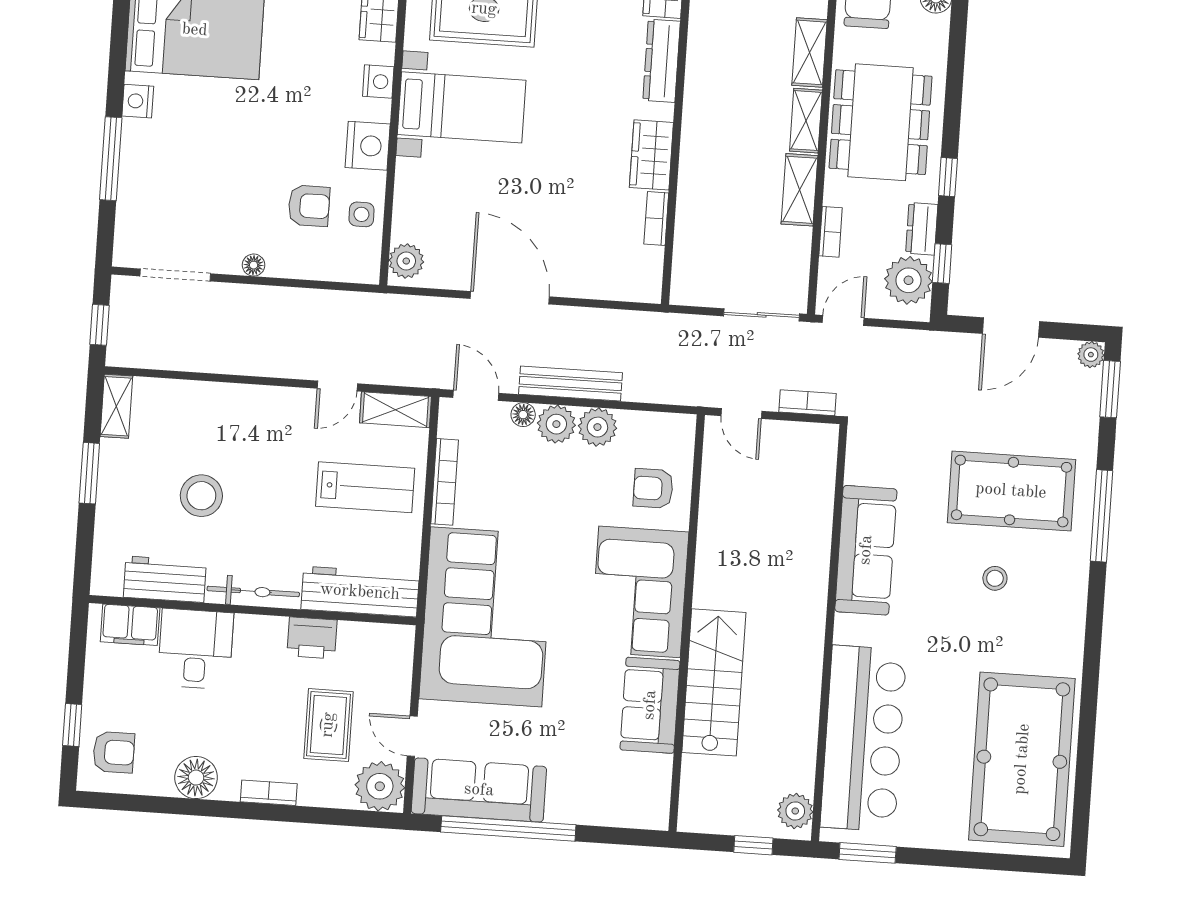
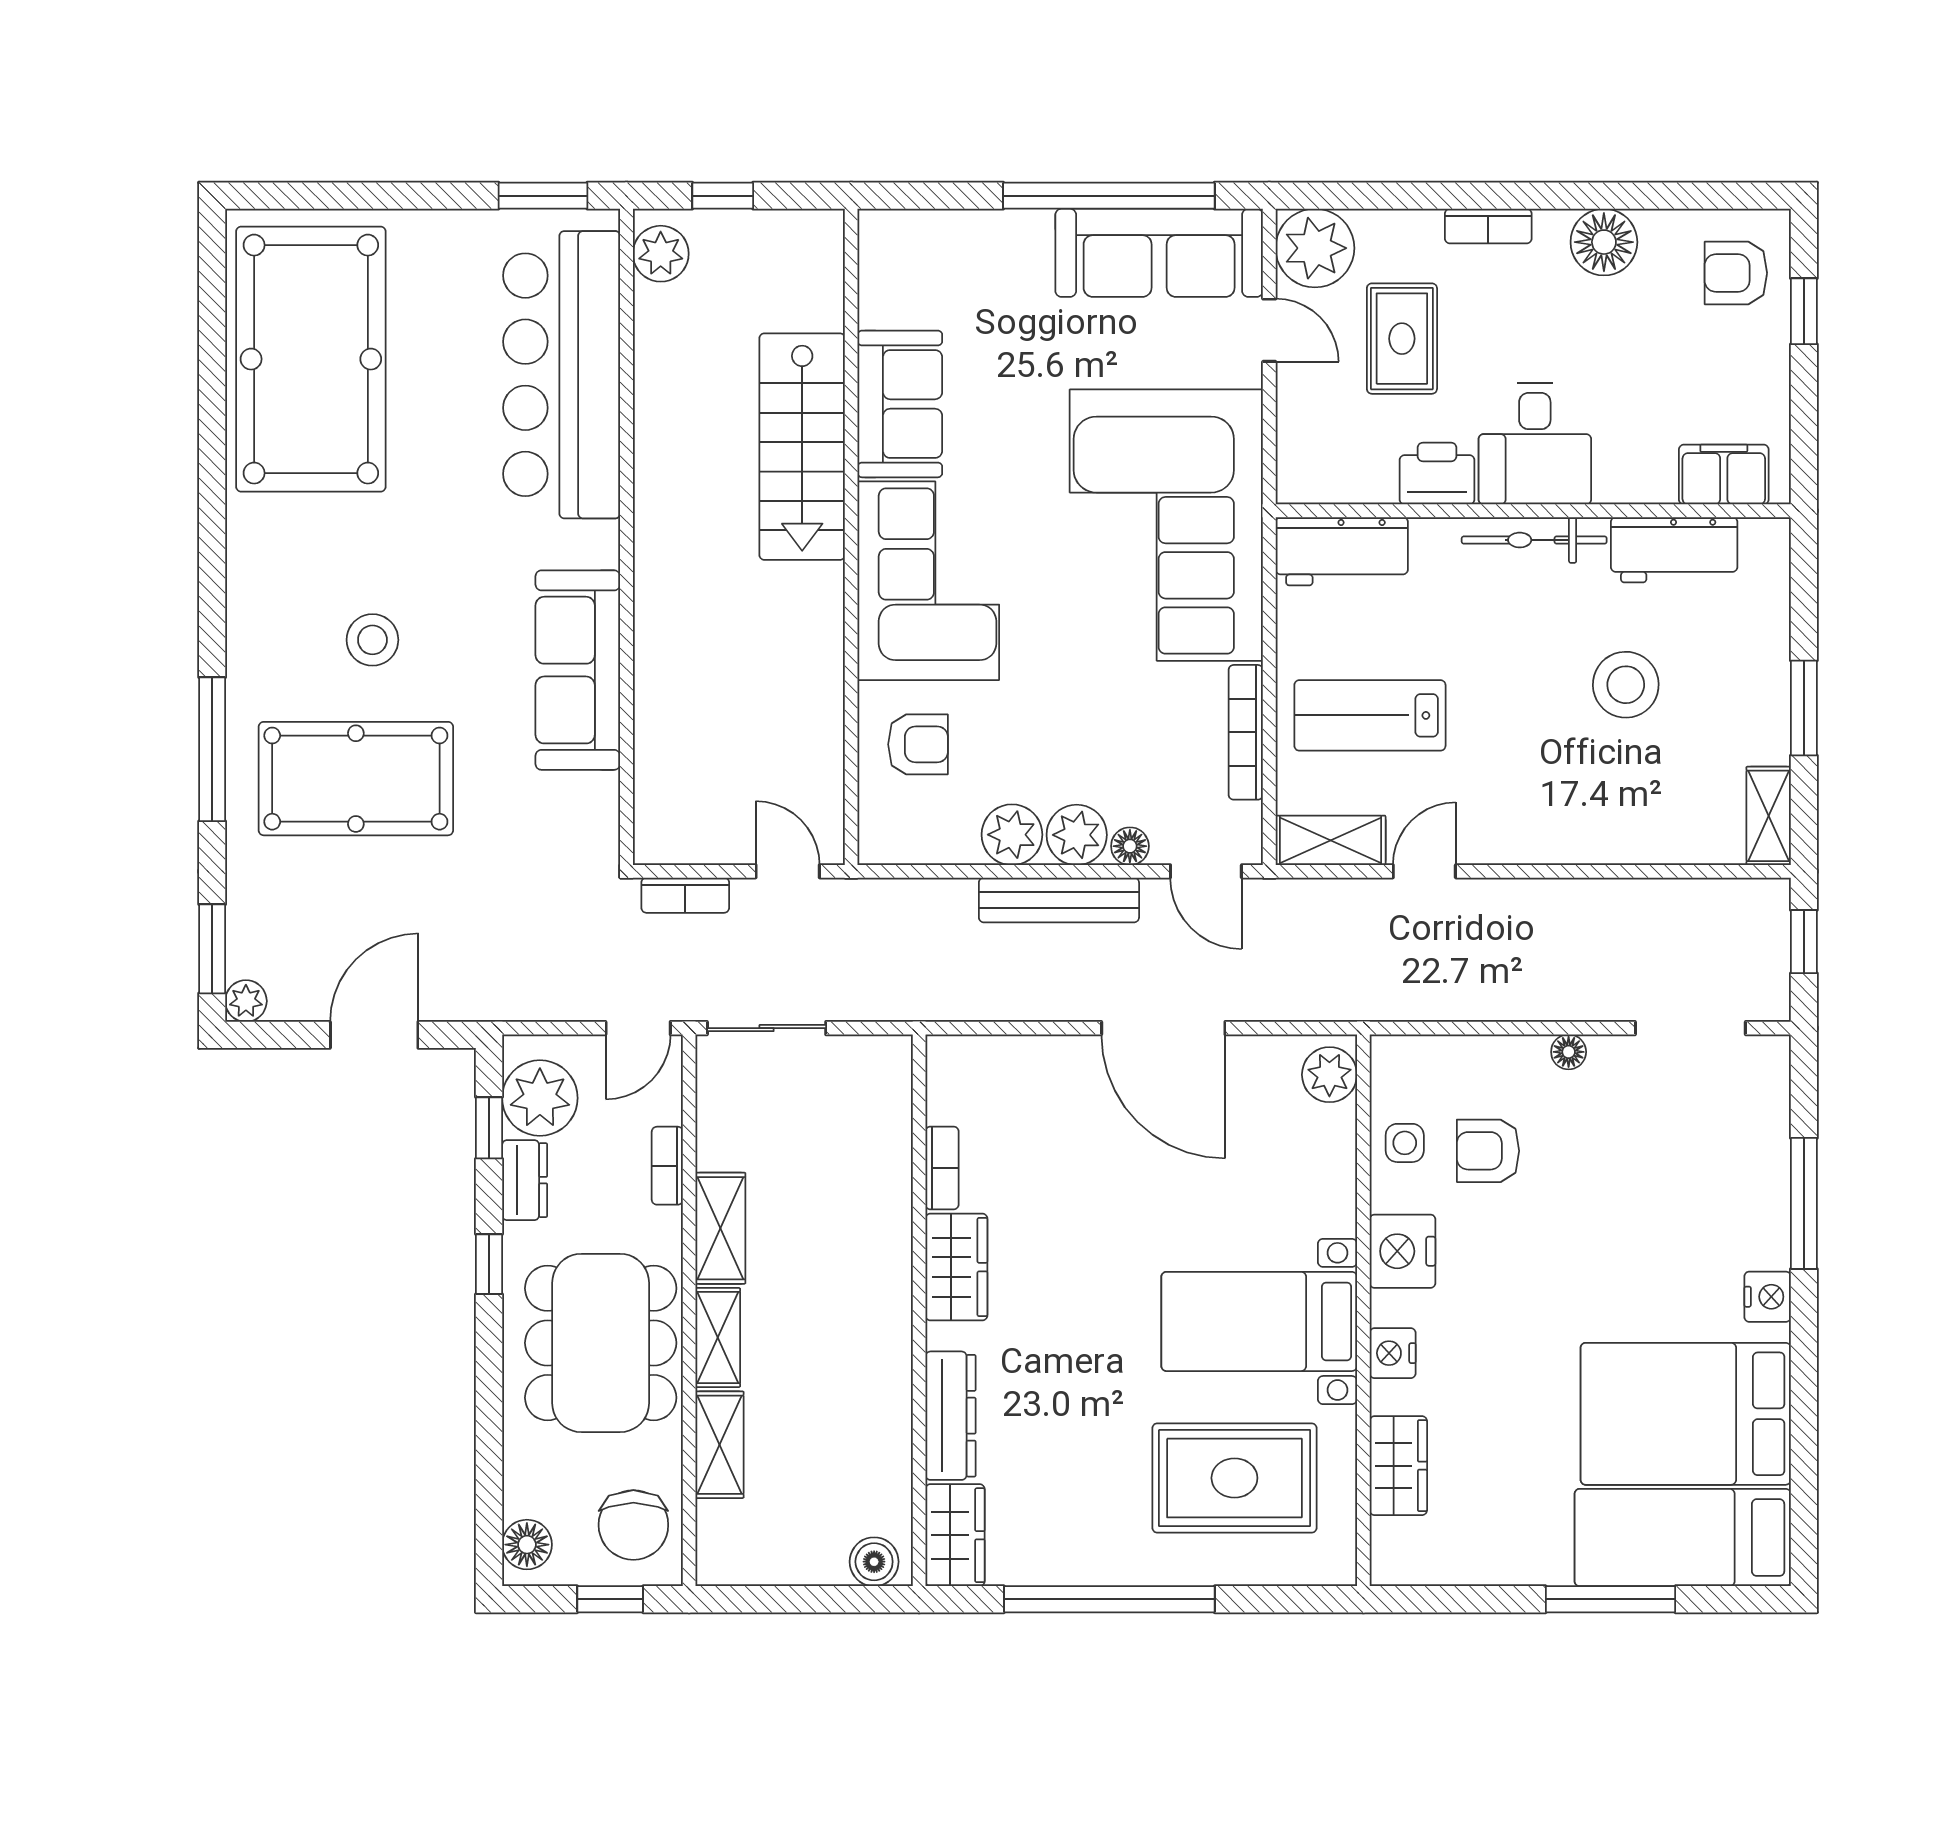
stool: (995, 578) -> (372, 640), width x1.37, depth x1.37
workbench: (360, 592) -> (1342, 551), width x0.73
desk: (196, 649) -> (1535, 444), moved

